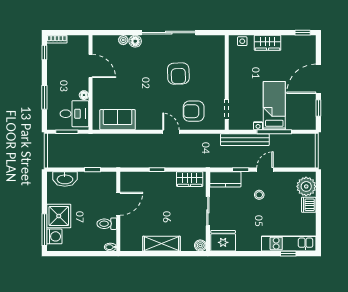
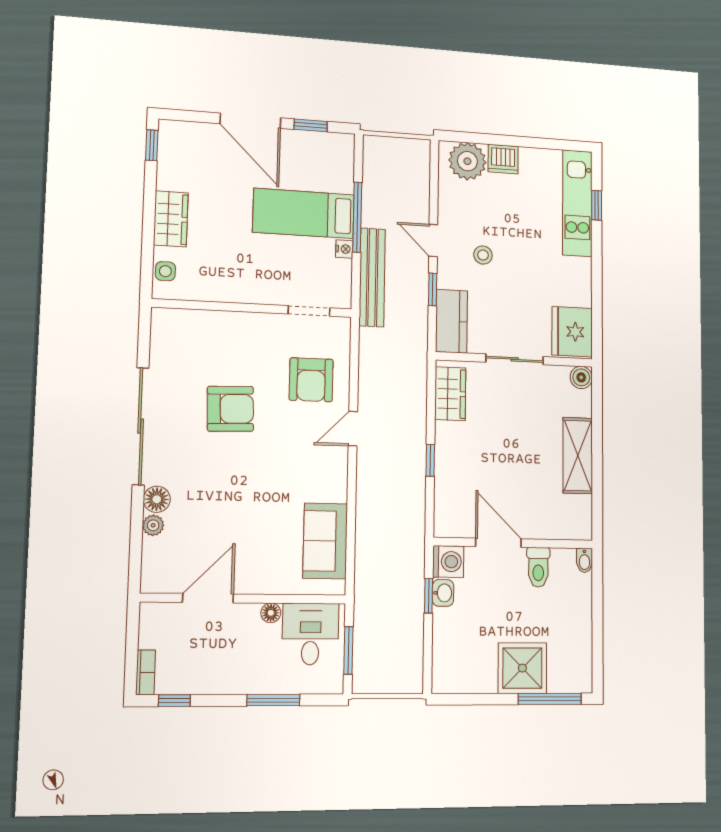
washbasin: (65, 179) -> (443, 593), moved, width x0.52, depth x0.69
washing machine: (54, 236) -> (448, 562), moved, turned 90

